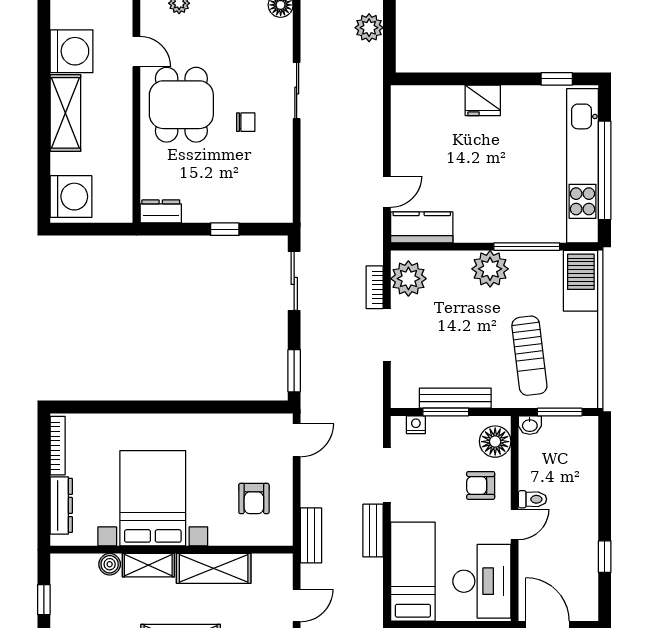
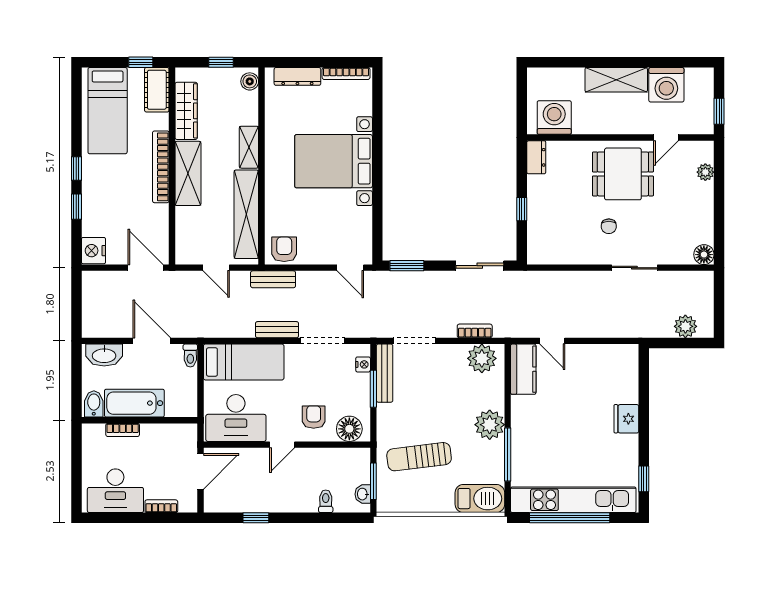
washing machine: (71, 197) -> (554, 118), moved, turned 180
doorway: (387, 335) -> (414, 341), moved
bench: (455, 398) -> (385, 373), moved
washbasin: (530, 425) -> (363, 494), moved
bed with nightstands: (153, 498) -> (334, 161), moved, turned 180
armchair: (254, 499) -> (284, 249), moved, turned 90
toilet: (532, 499) -> (326, 501), moved, turned 180
door: (515, 524) -> (282, 445), hinge flipped
boiler: (110, 564) -> (250, 81), moved
shelving: (214, 568) -> (246, 214), width x1.47

